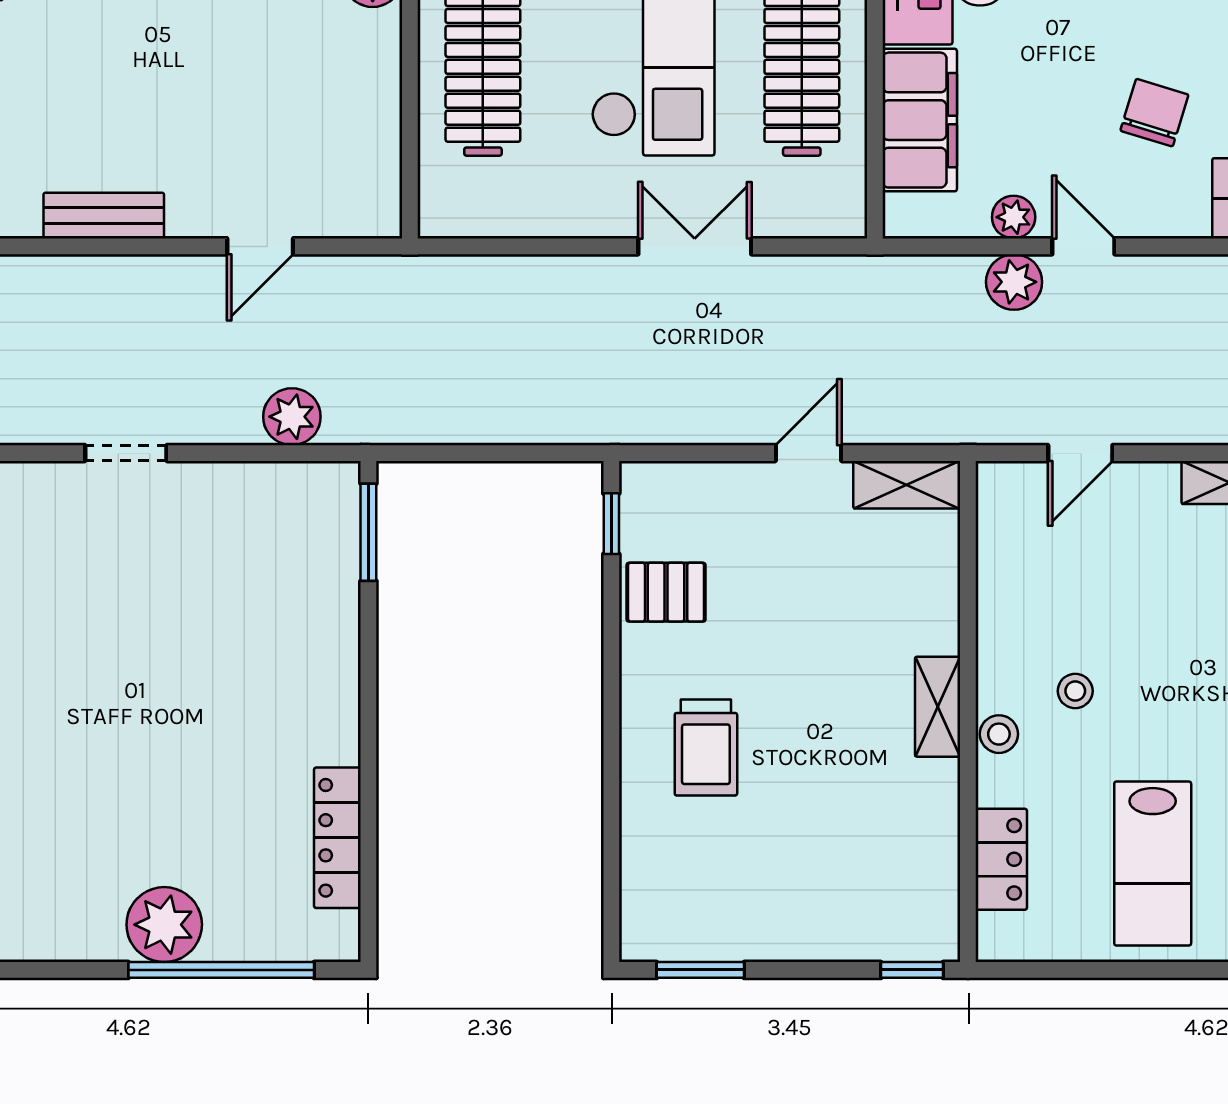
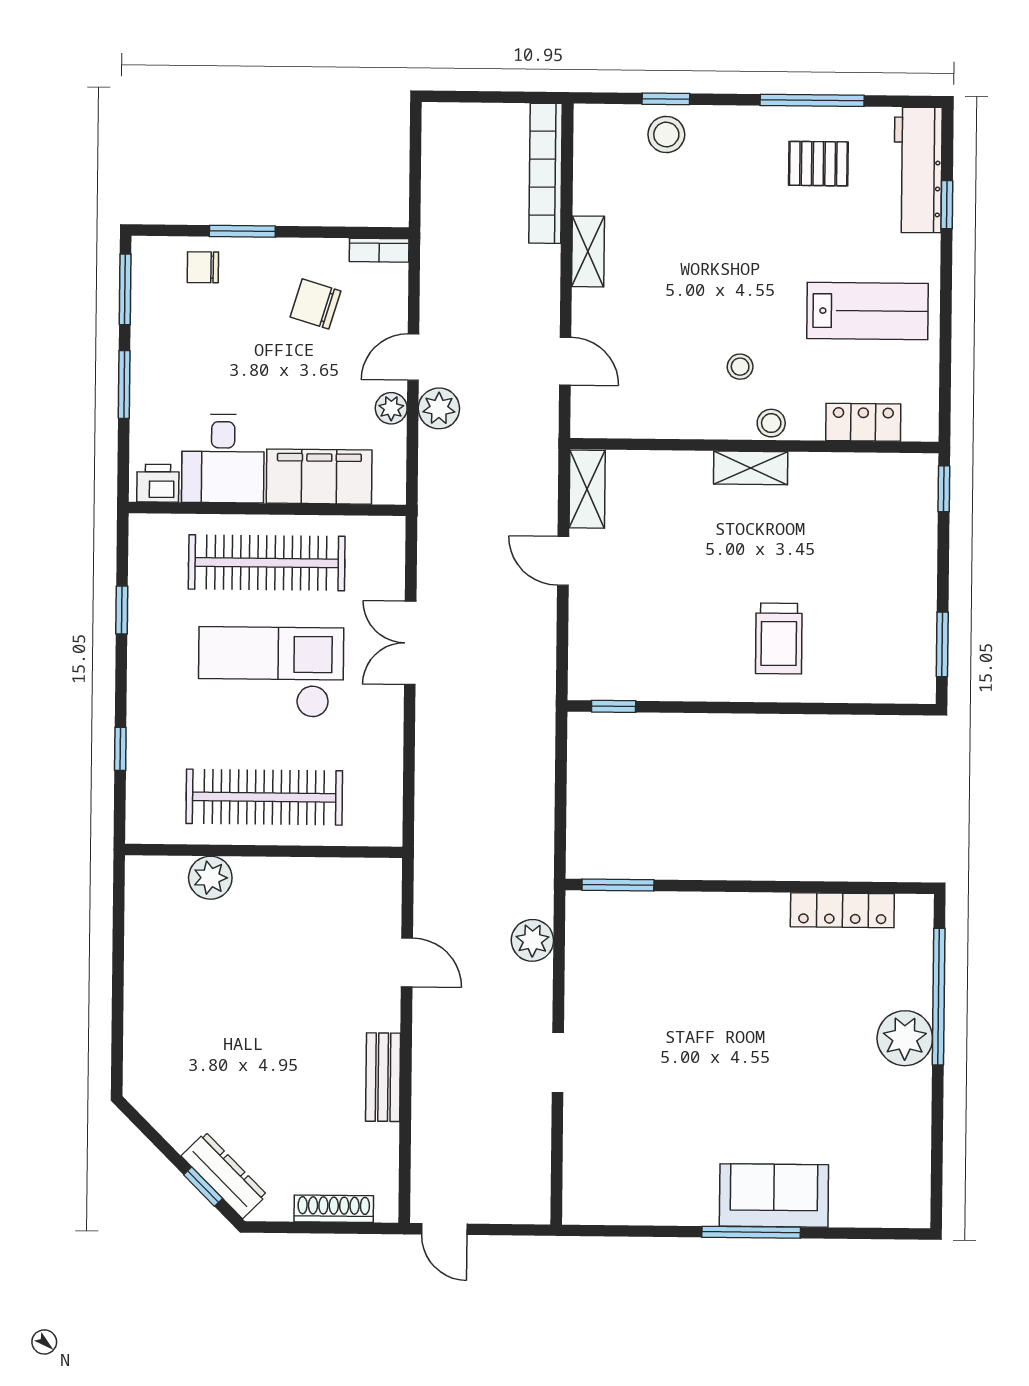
pallet: (666, 592) -> (664, 667), removed
trolley: (706, 747) -> (779, 639), turned 90

